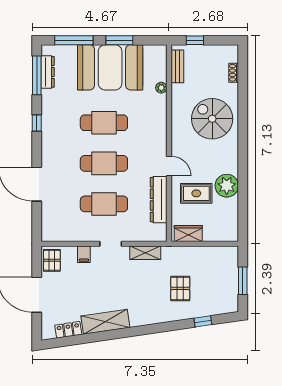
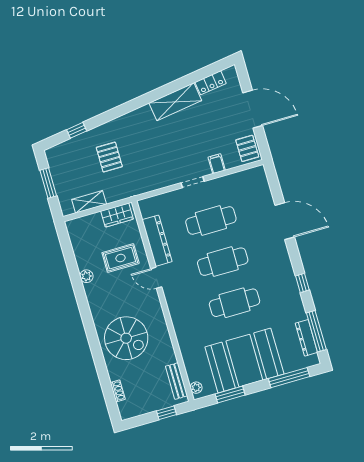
window: (119, 40) -> (230, 395), moved
plant: (161, 88) -> (196, 388), moved
plant: (227, 186) -> (86, 276), width x0.53, depth x0.53
shelving: (145, 253) -> (89, 202), moved

